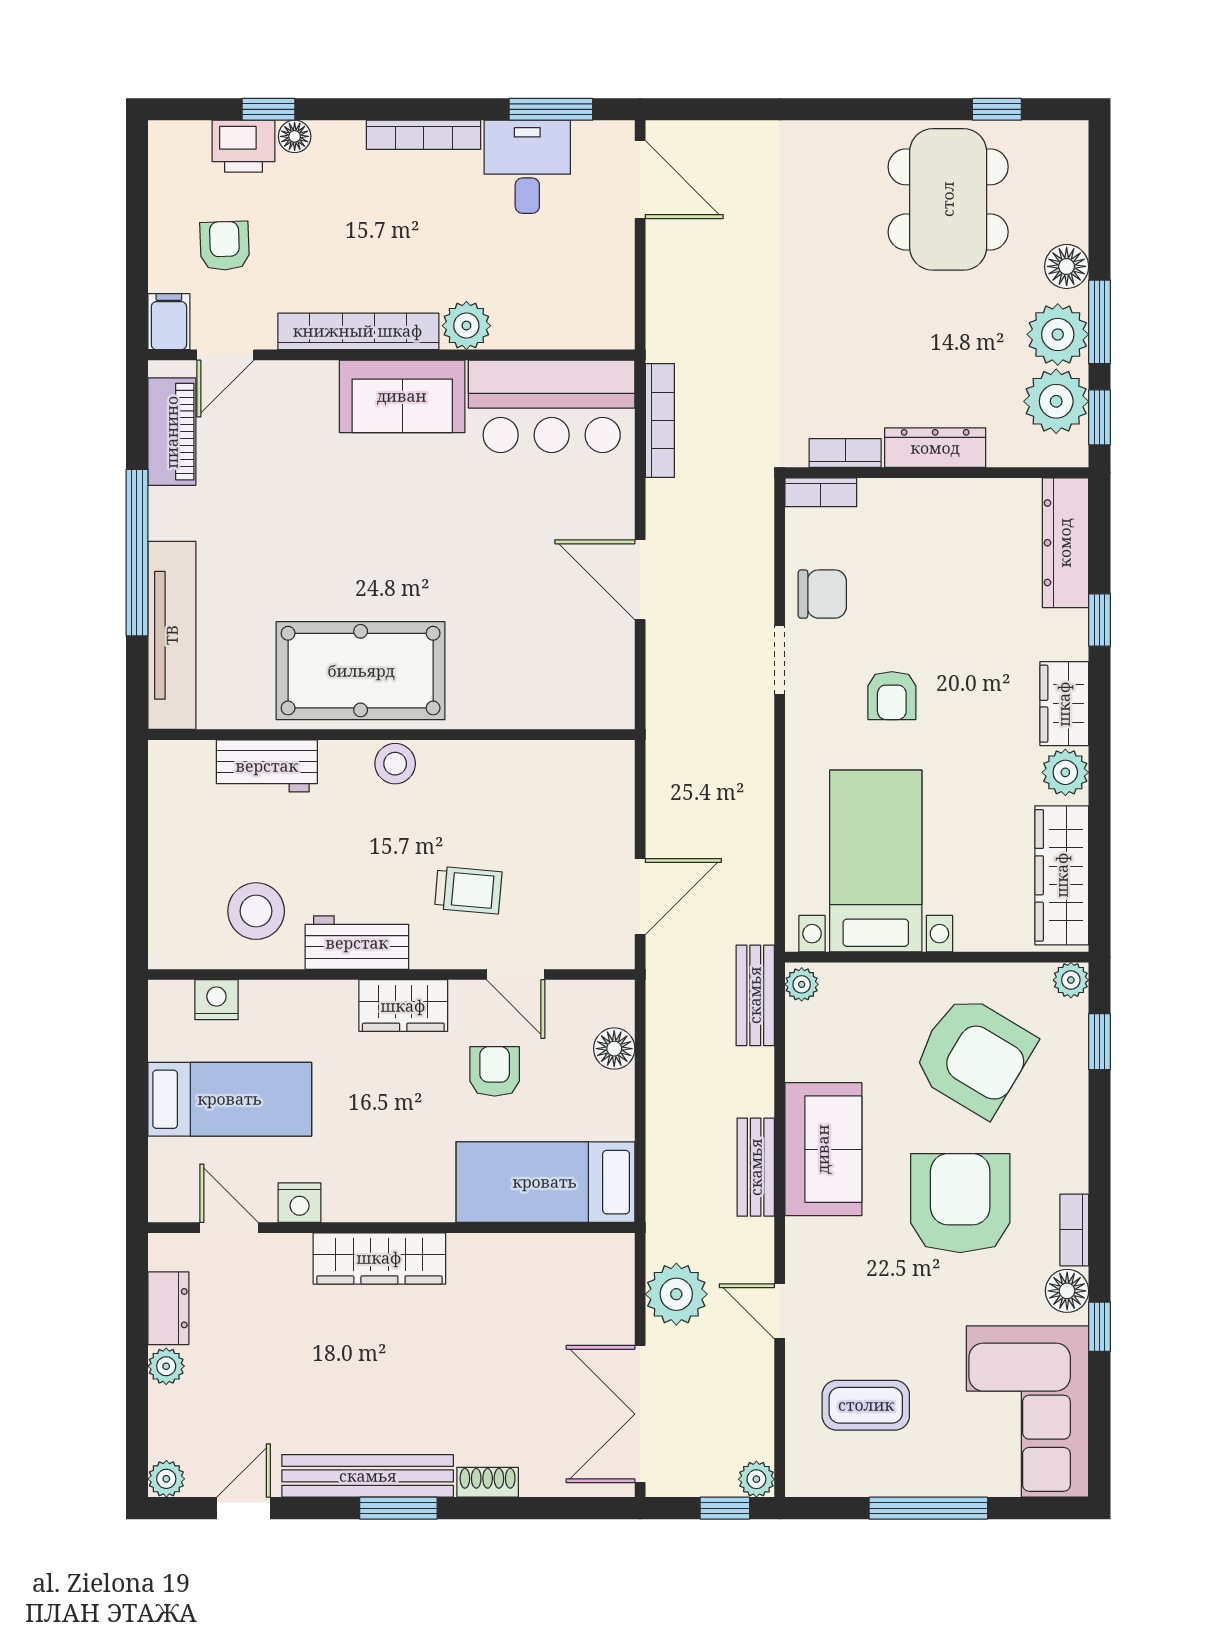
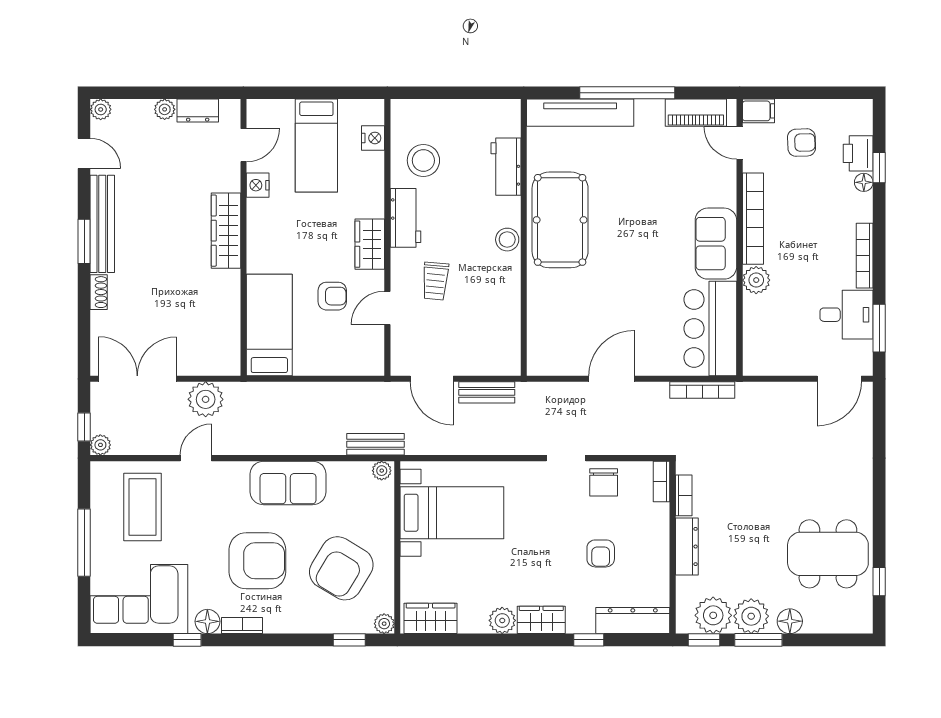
armchair: (892, 696) -> (601, 553), moved, turned -90
wardrobe: (1062, 875) -> (431, 618), width x0.67
floor lamp: (614, 1049) -> (345, 364), removed
bench: (756, 1167) -> (487, 392), moved
coffee table: (866, 1405) -> (142, 507), width x1.36, depth x1.32

